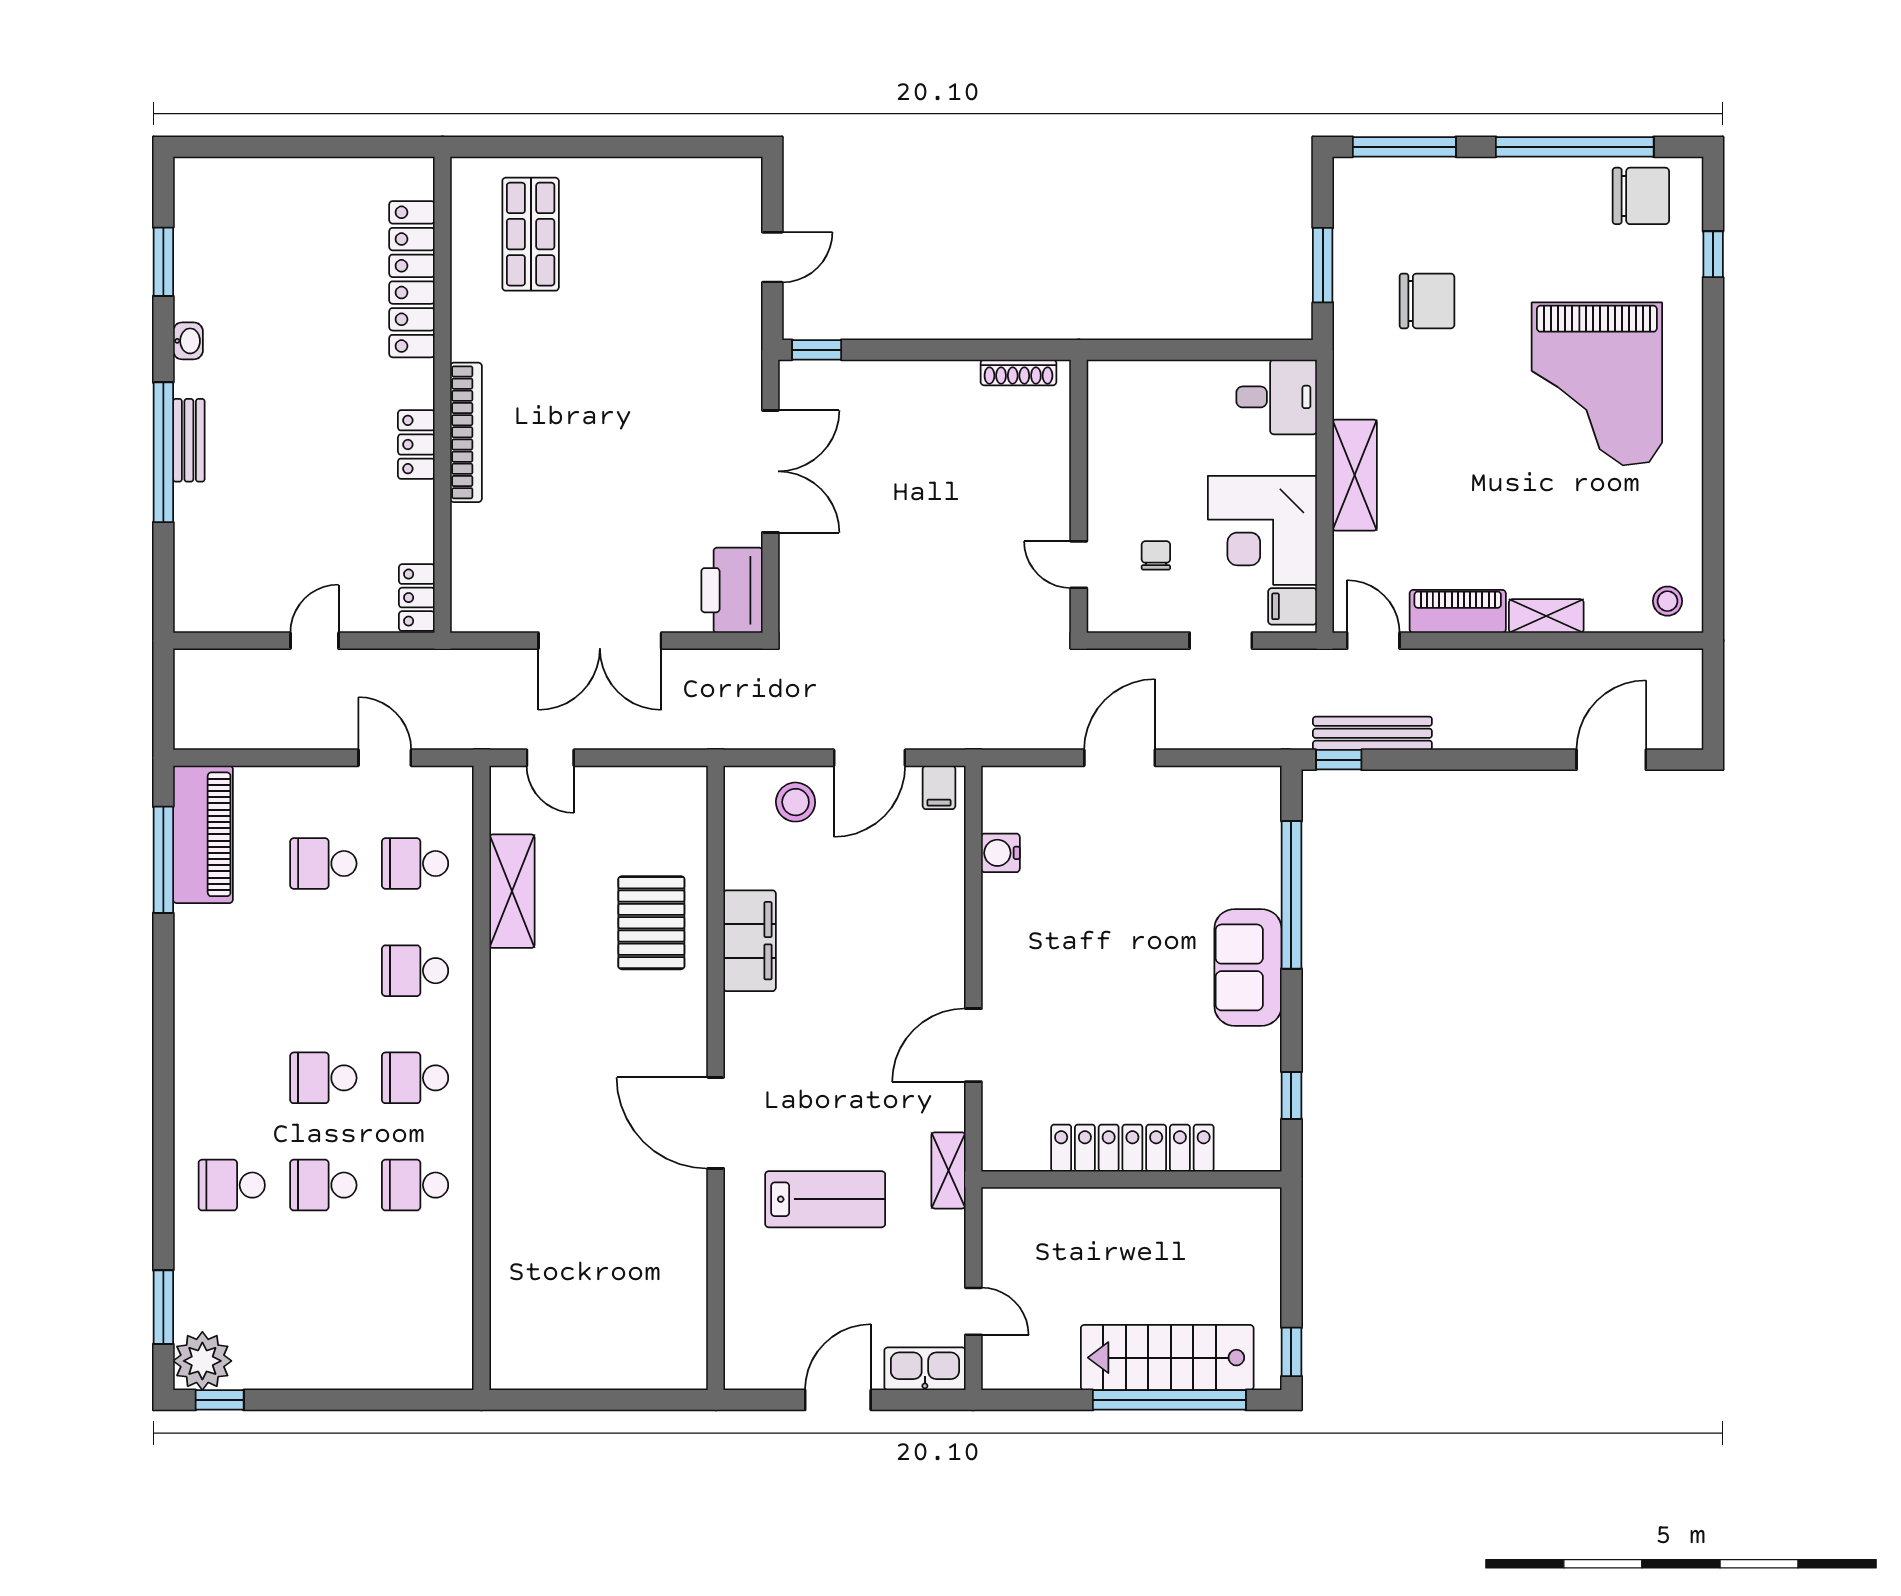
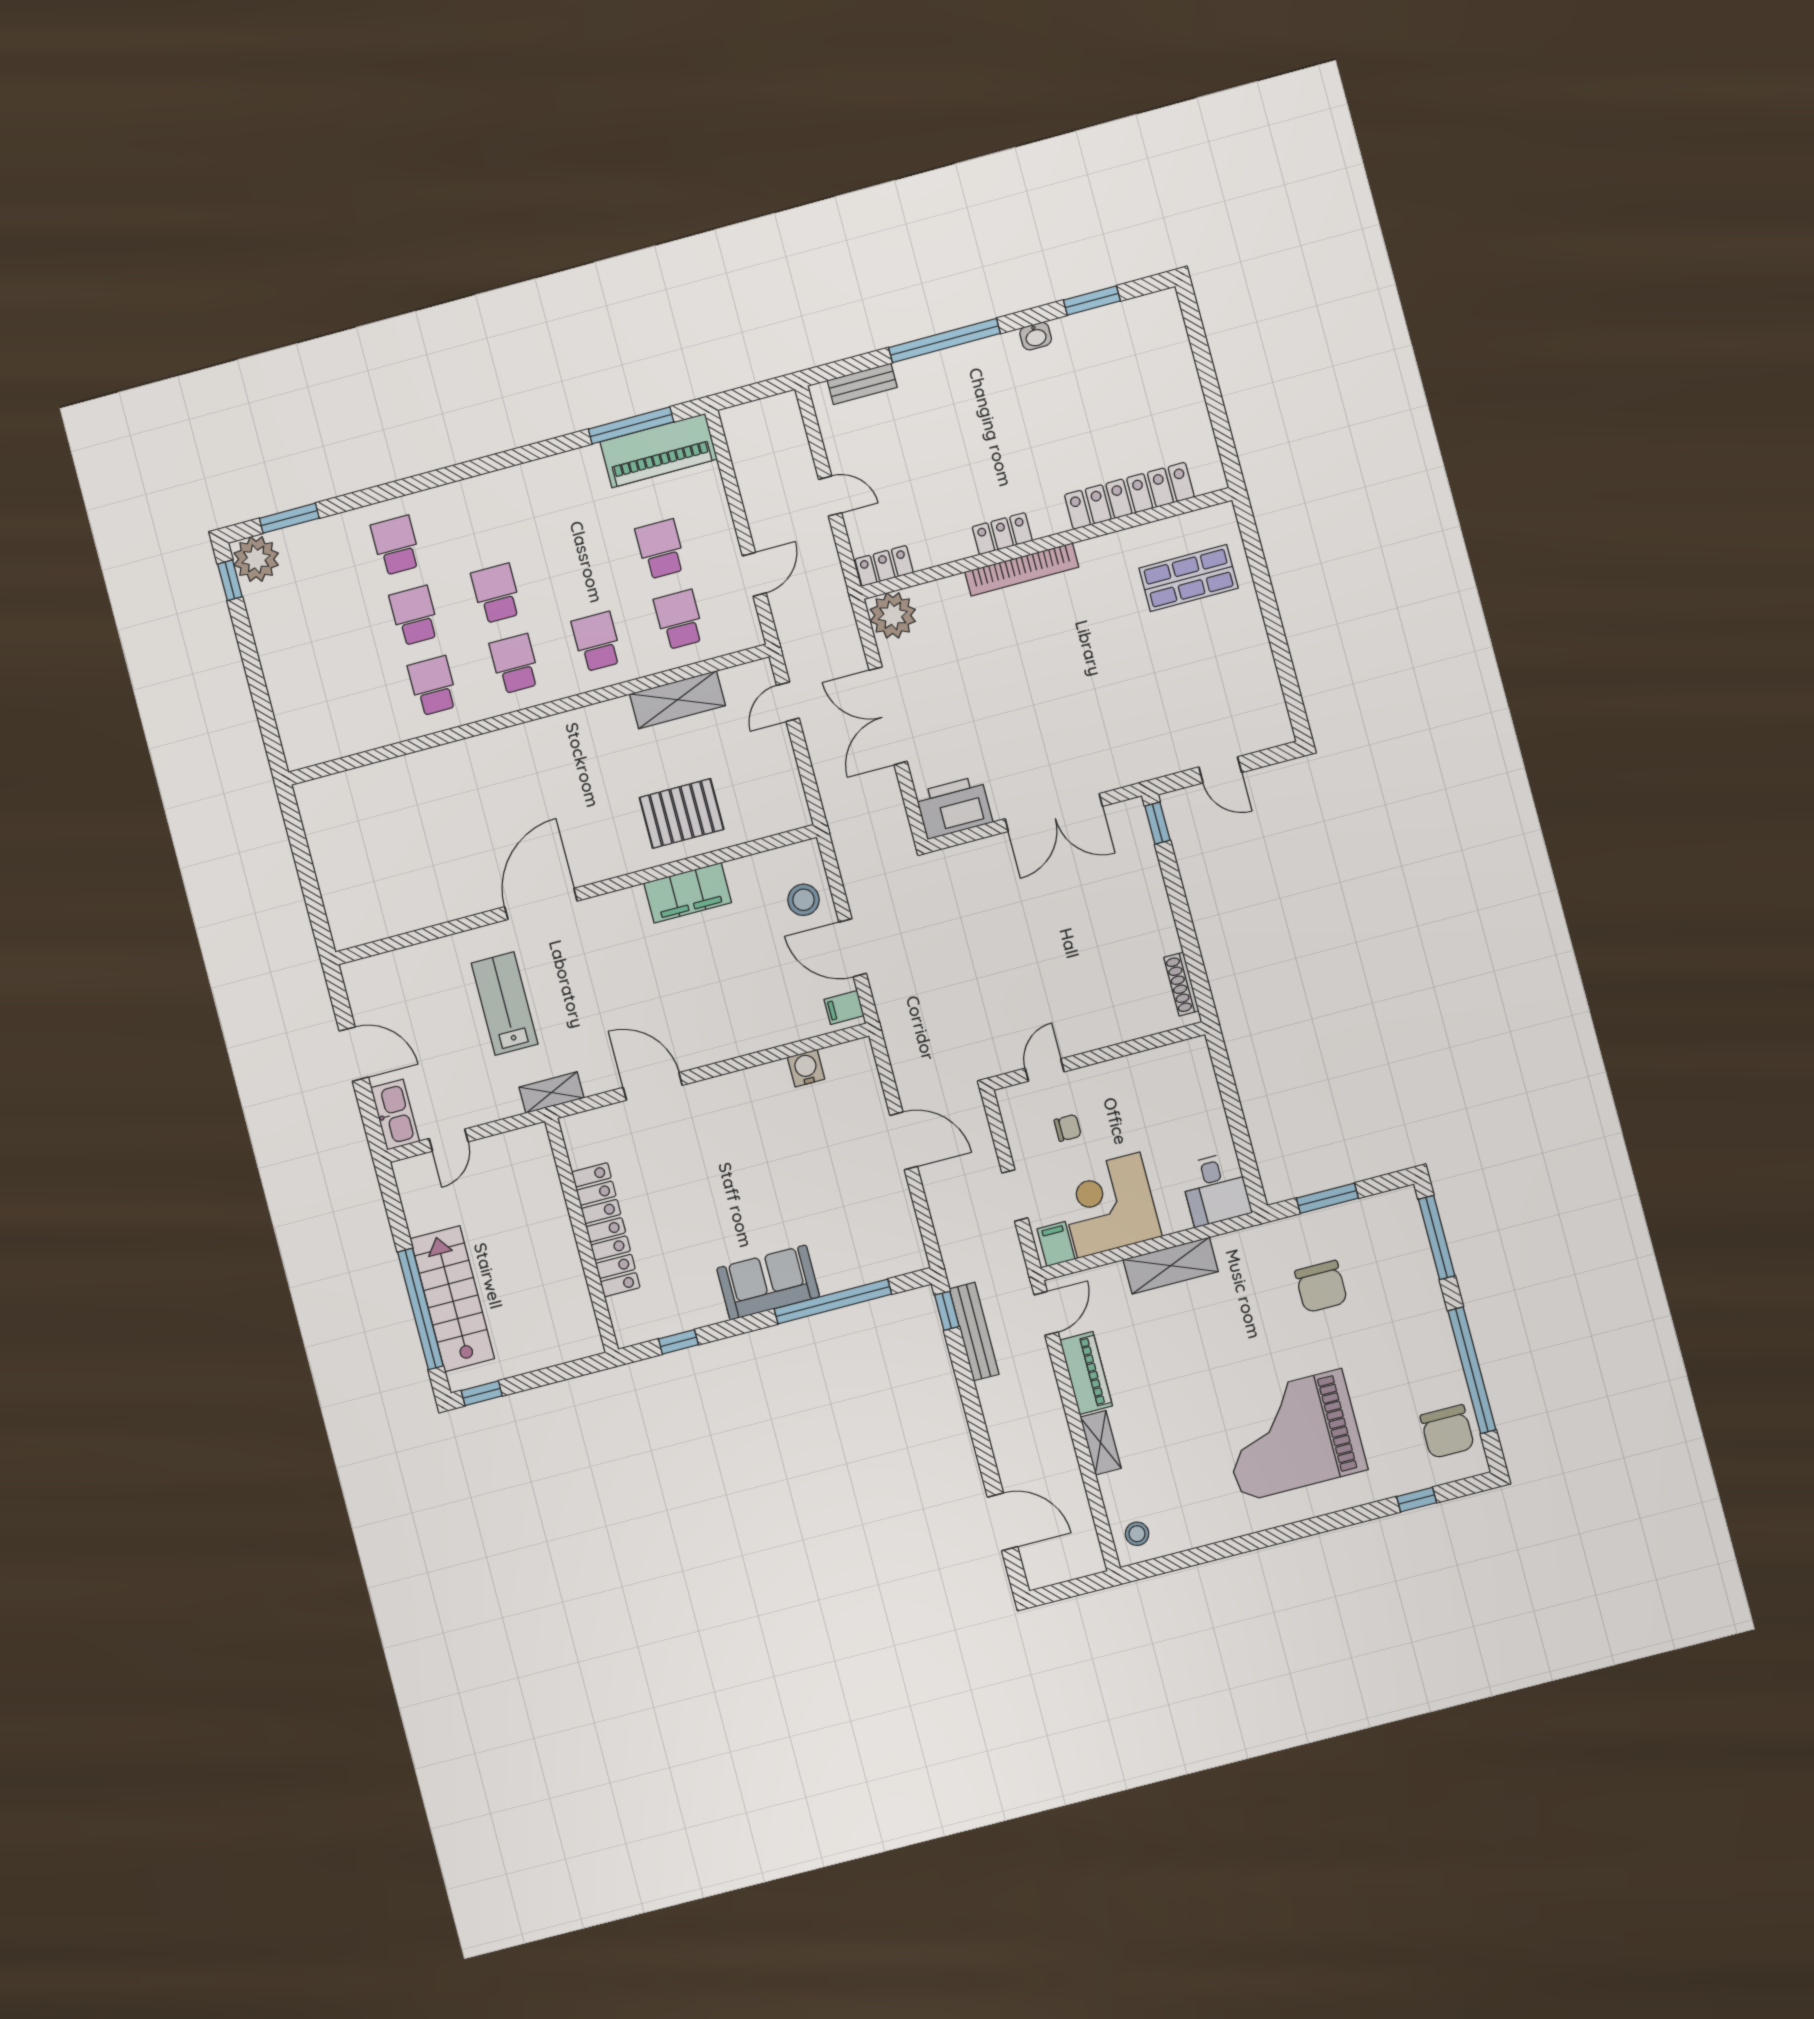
bench: (189, 440) -> (862, 384), moved
plant: (480, 603) -> (893, 615), added
lab bench: (825, 1199) -> (505, 1004), turned 180

